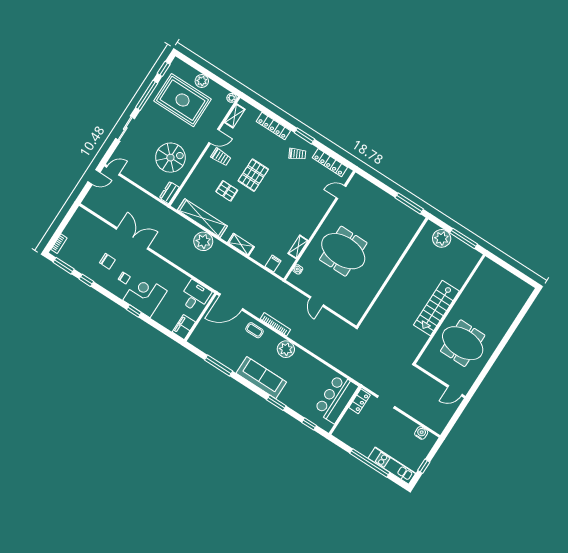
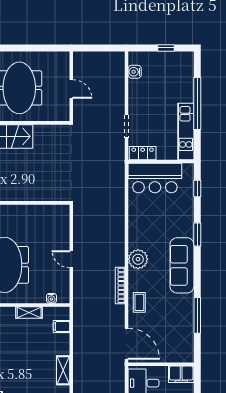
door: (317, 302) -> (71, 259), swing flipped
door: (455, 391) -> (71, 89), moved
kitchen unit: (392, 466) -> (186, 131), moved

